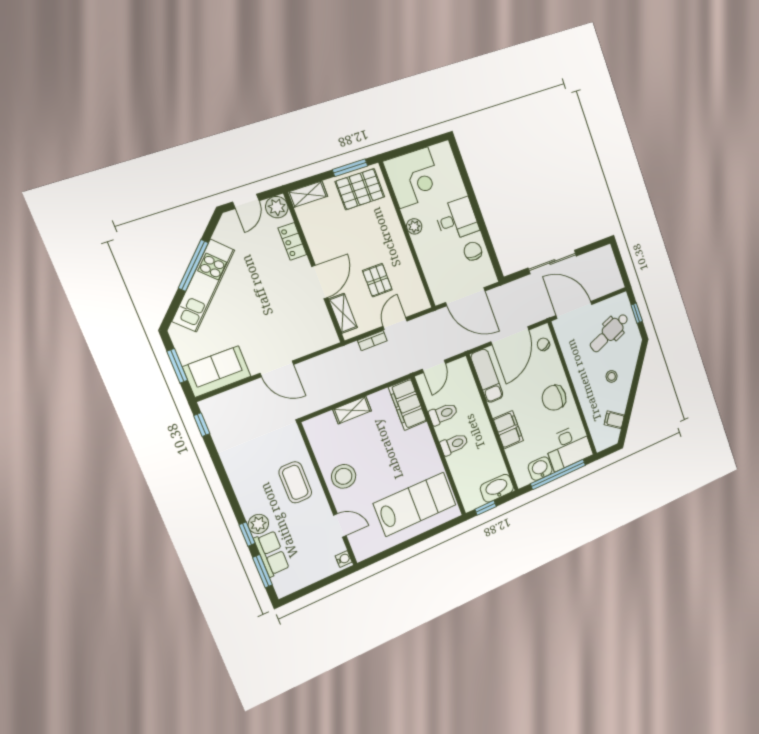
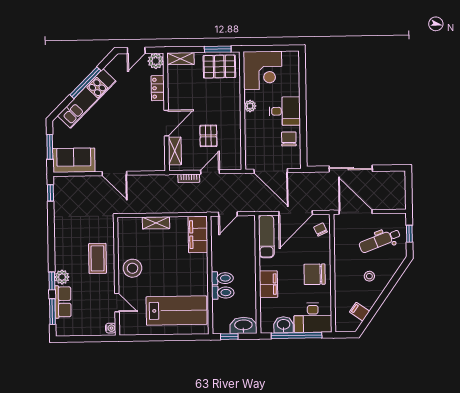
toilet: (443, 414) -> (223, 293), moved

